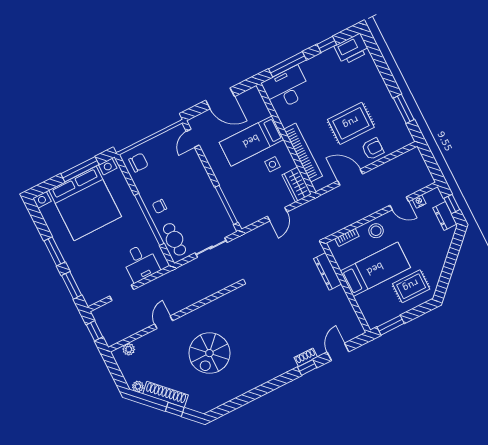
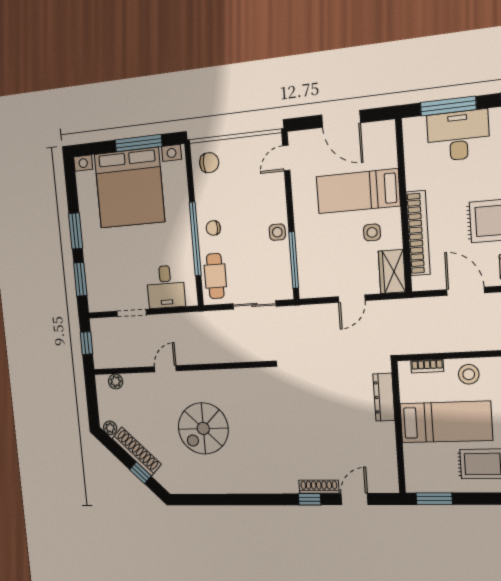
desk: (286, 88) -> (458, 136), moved
side table: (207, 191) -> (277, 232), added
shoe rack: (306, 357) -> (319, 487), width x1.43

